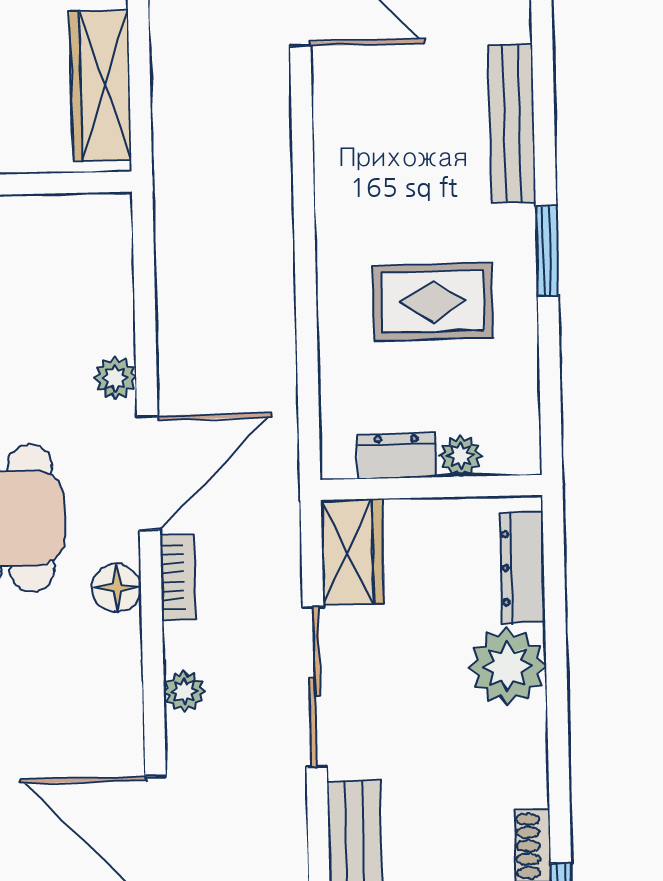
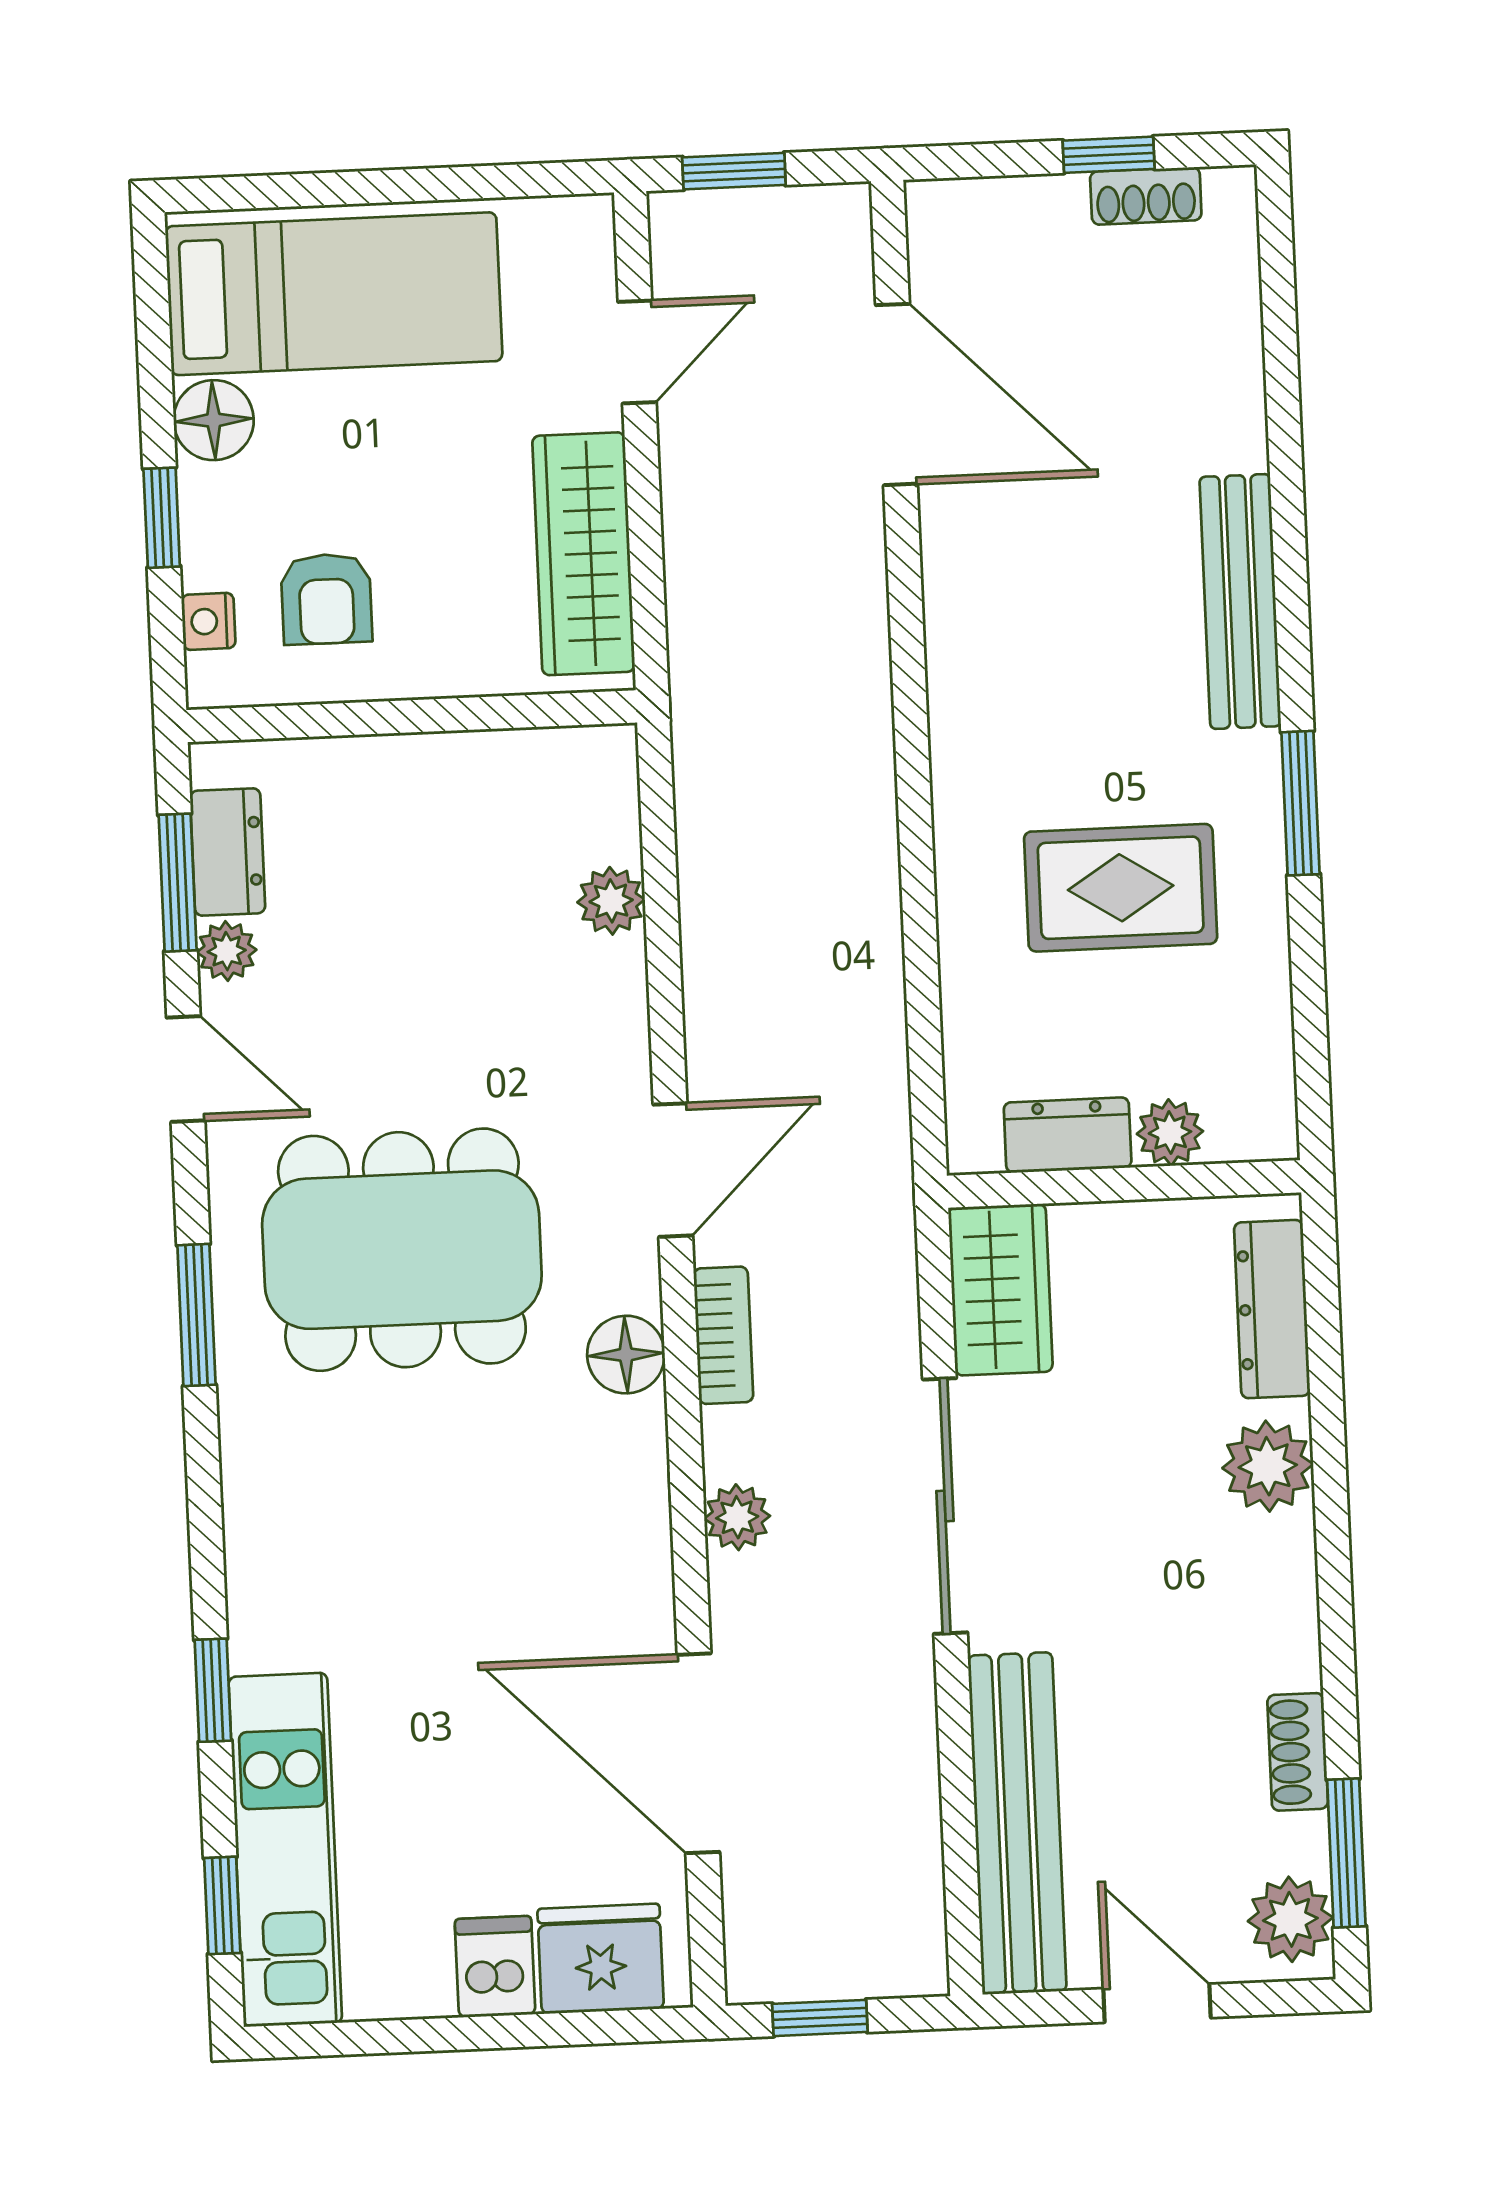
plant: (115, 378) -> (611, 901), moved
door: (149, 473) -> (673, 1170), width x0.73
plant: (507, 666) -> (1268, 1466), width x0.73, depth x0.73

